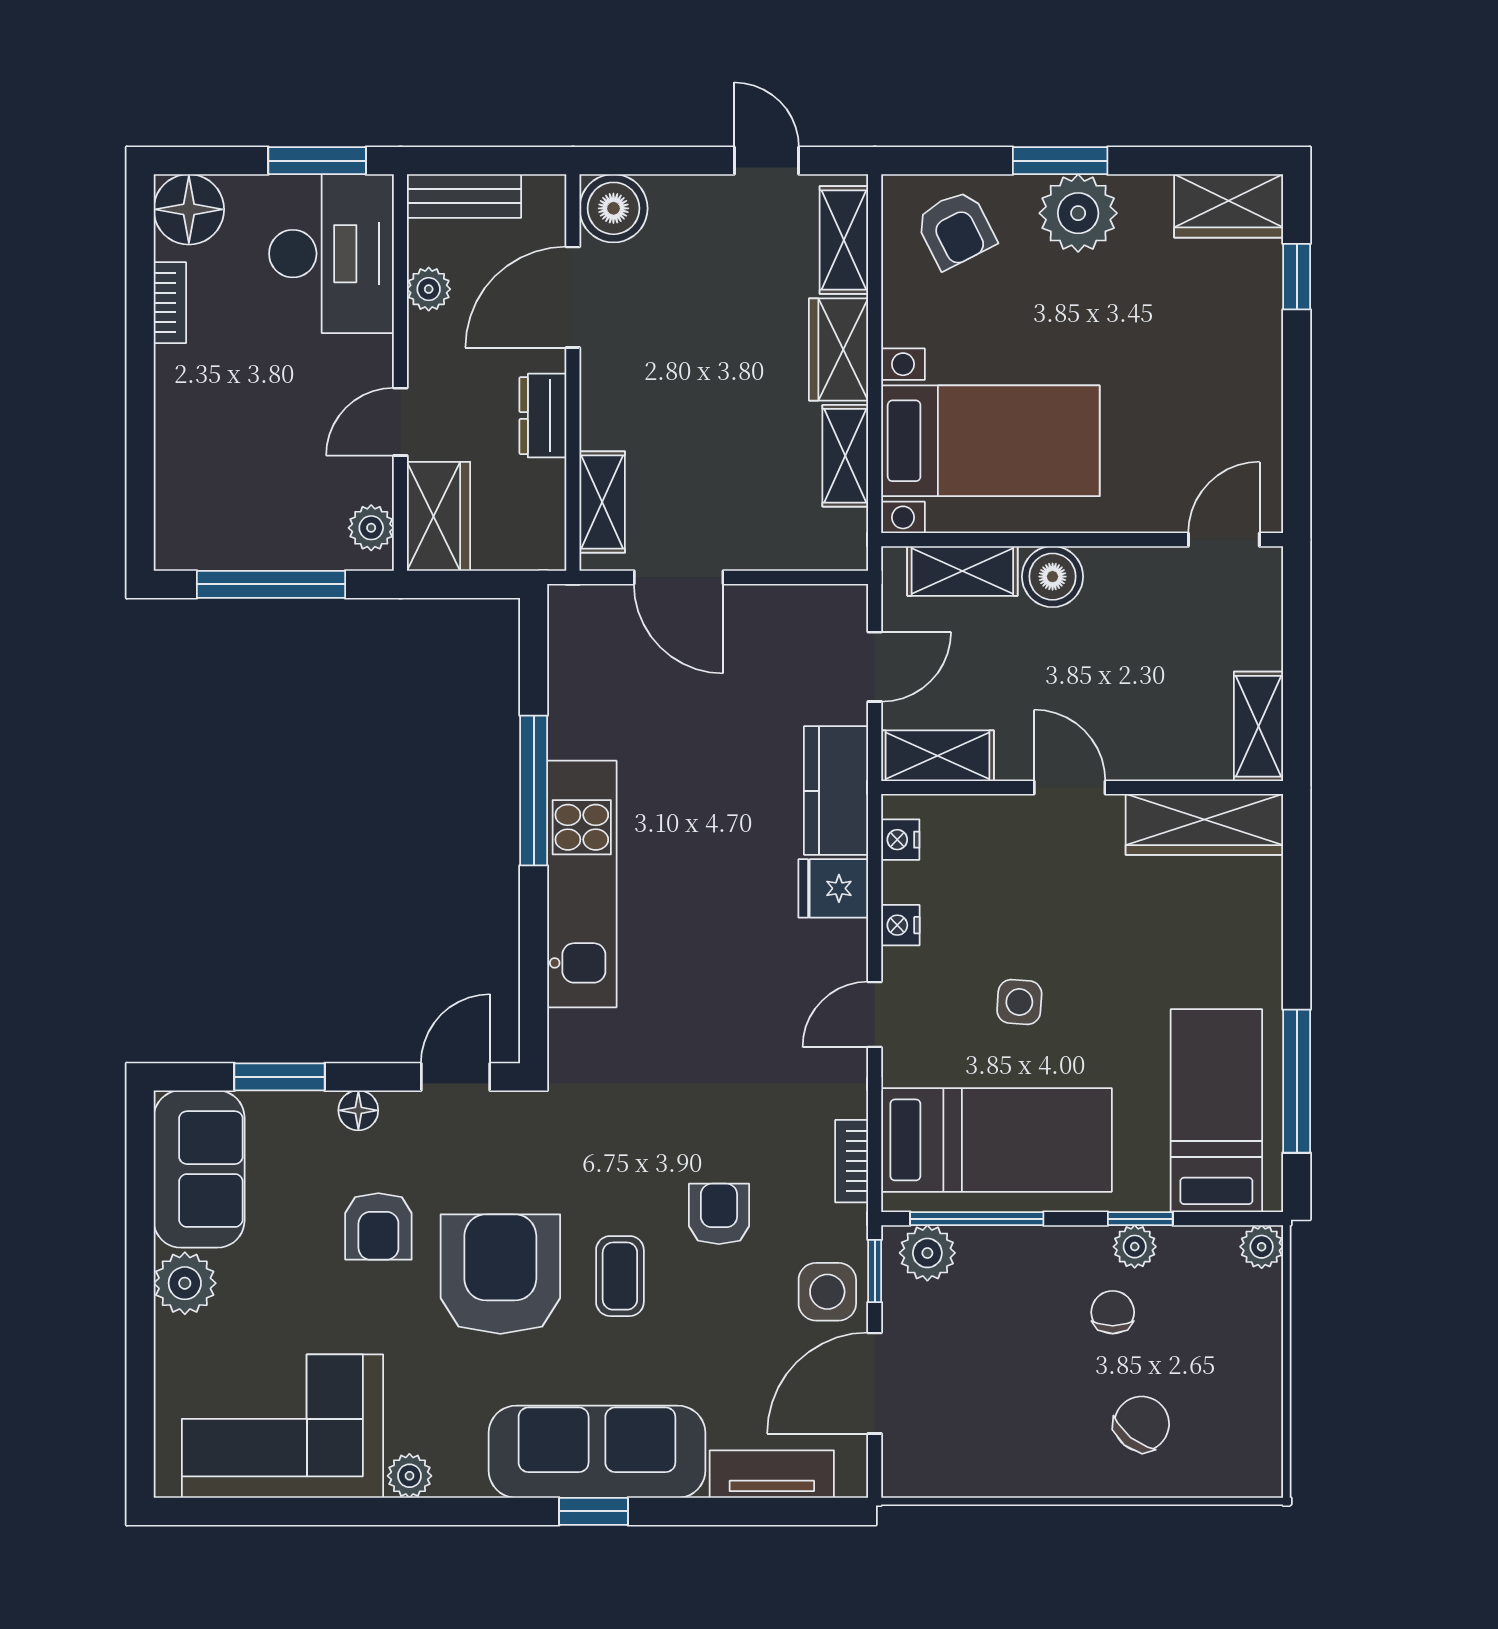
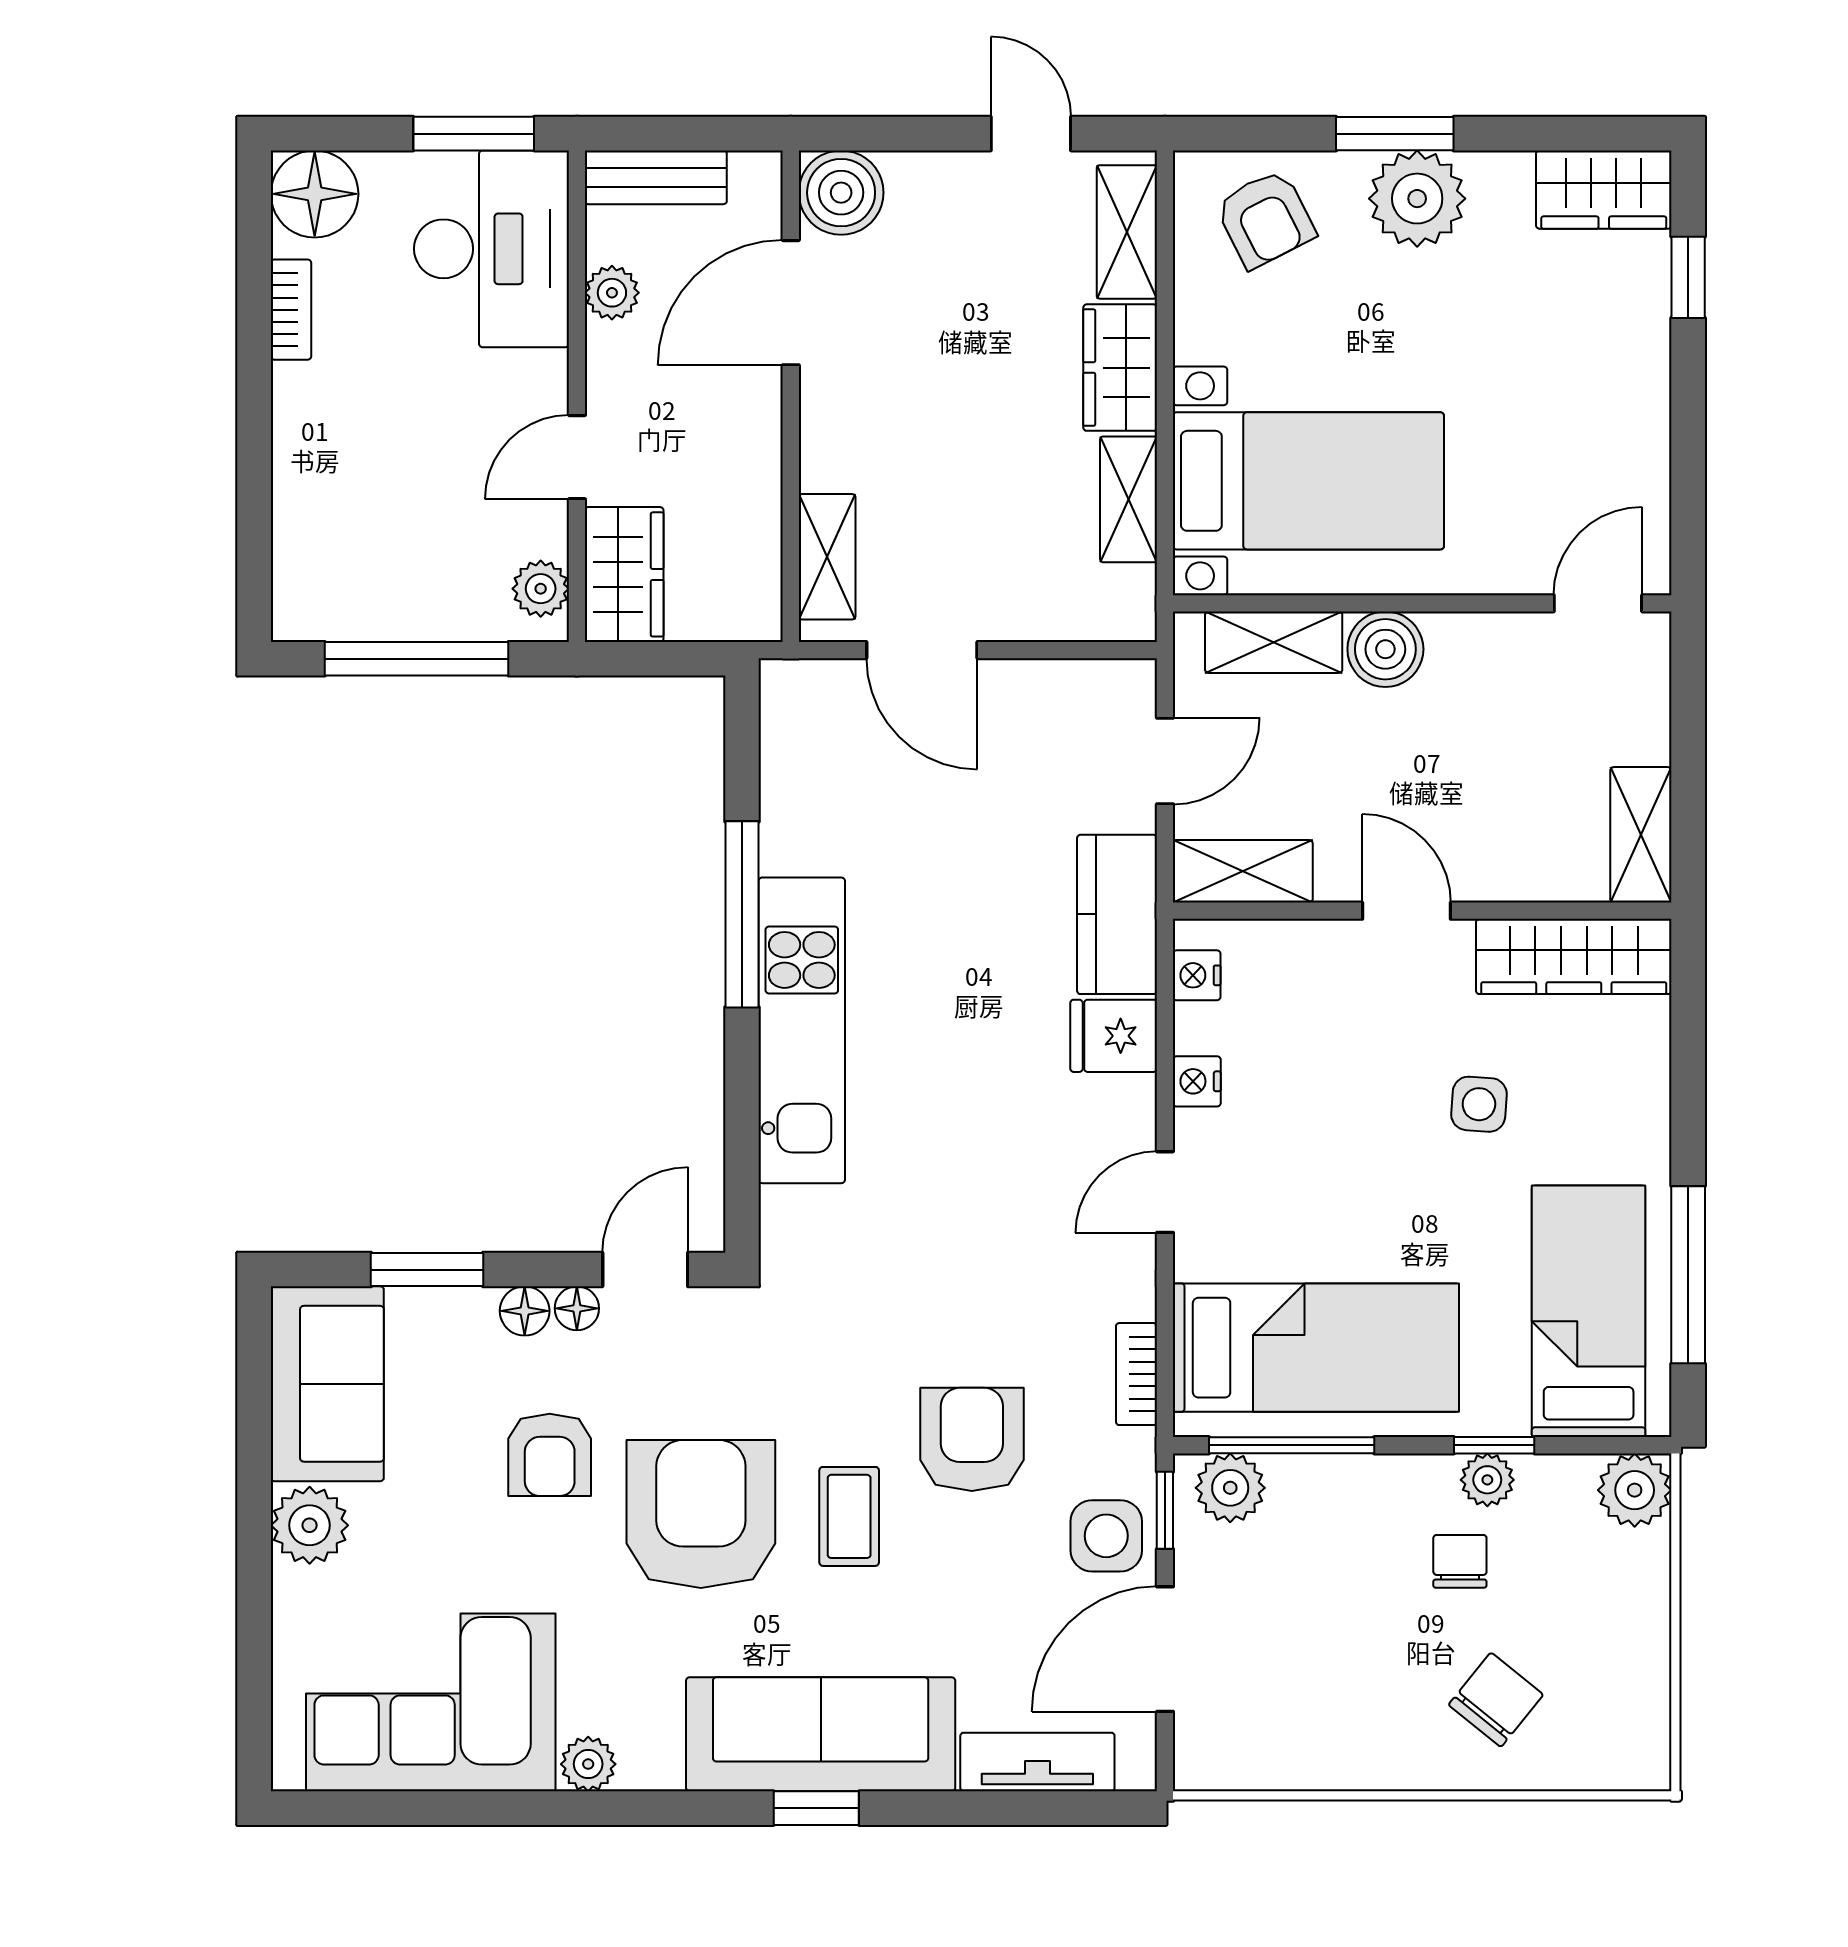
dresser: (543, 416) -> (754, 450), removed
side table: (1019, 1002) -> (1479, 1104), moved
floor lamp: (400, 1108) -> (577, 1308), added
armchair: (719, 1214) -> (972, 1439), width x1.38, depth x1.38
plant: (1262, 1247) -> (1635, 1490), width x1.38, depth x1.38

